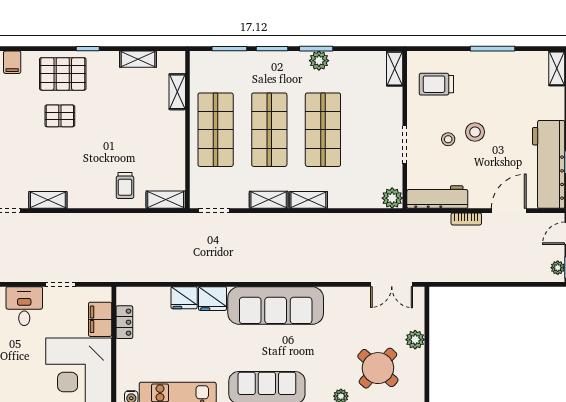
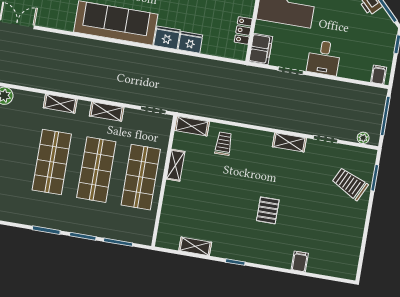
plant: (319, 61) -> (45, 220), removed
pallet: (63, 74) -> (260, 245), removed
shelving: (177, 92) -> (176, 165), moved
pallet: (60, 116) -> (268, 210), turned 90
shelving: (308, 200) -> (60, 104), moved
filing cabinet: (100, 319) -> (261, 49), moved

